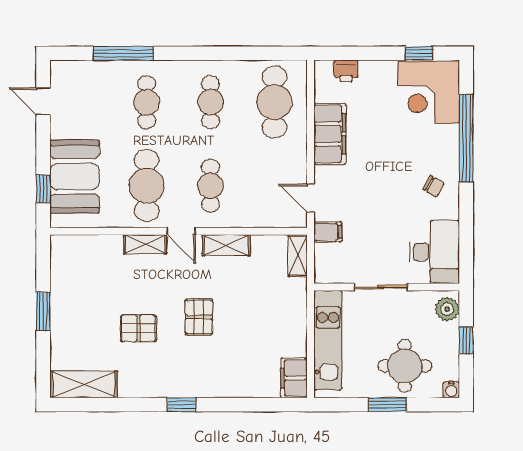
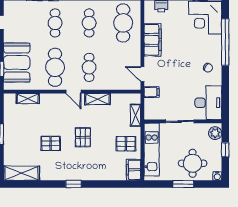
shelving: (145, 244) -> (28, 99), moved
shelving: (298, 256) -> (136, 115), moved
pallet: (280, 329) -> (126, 144), added

